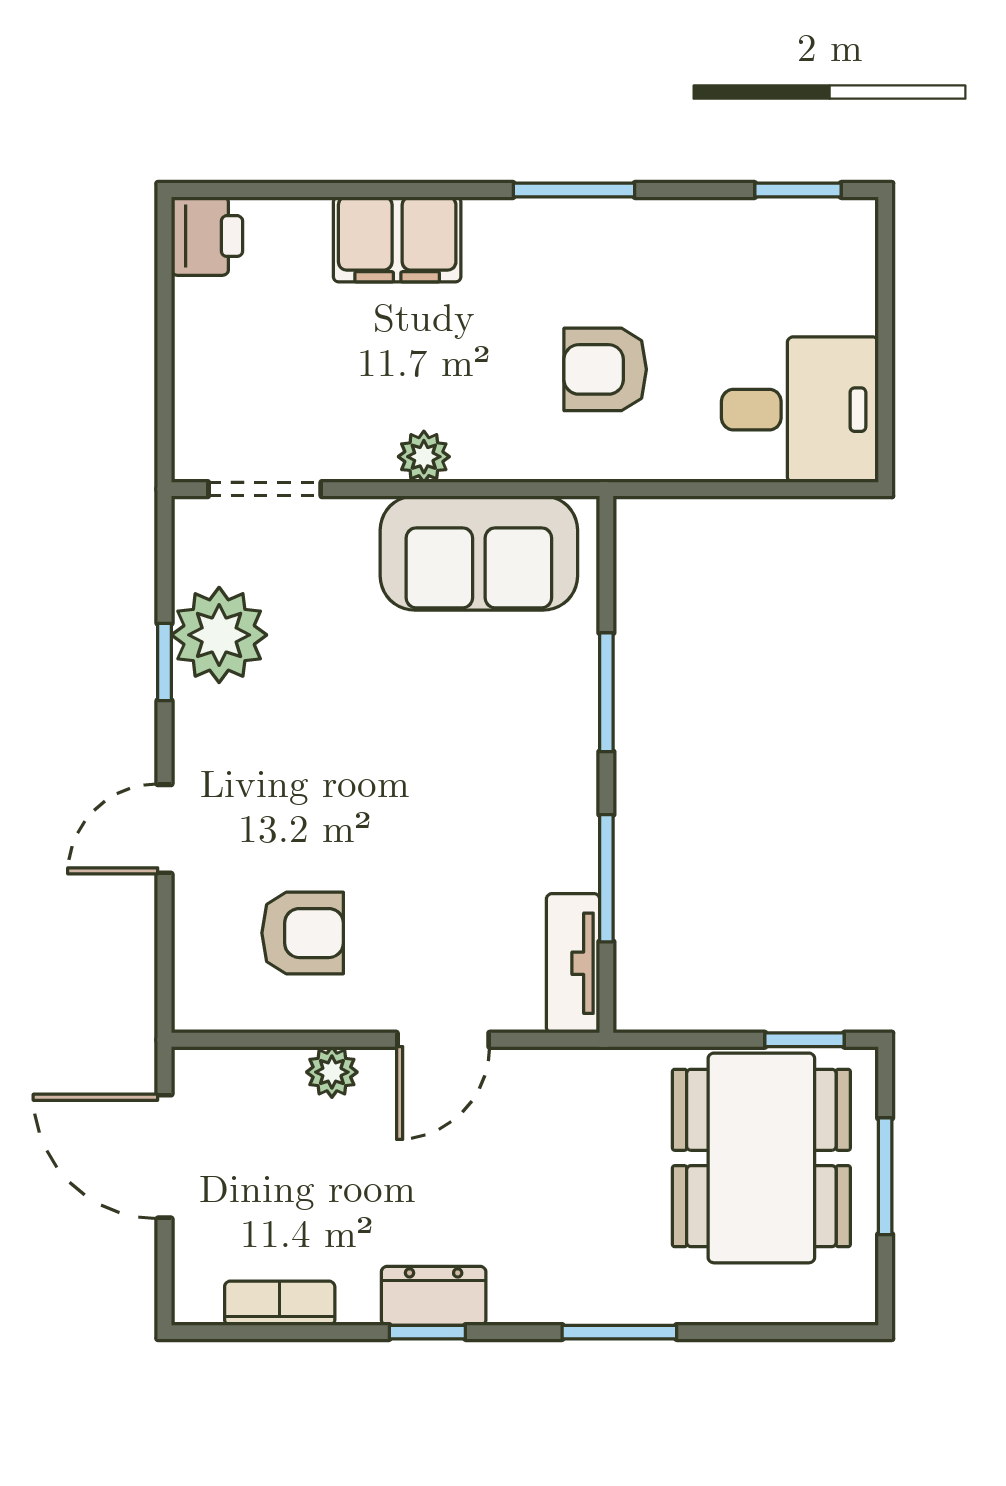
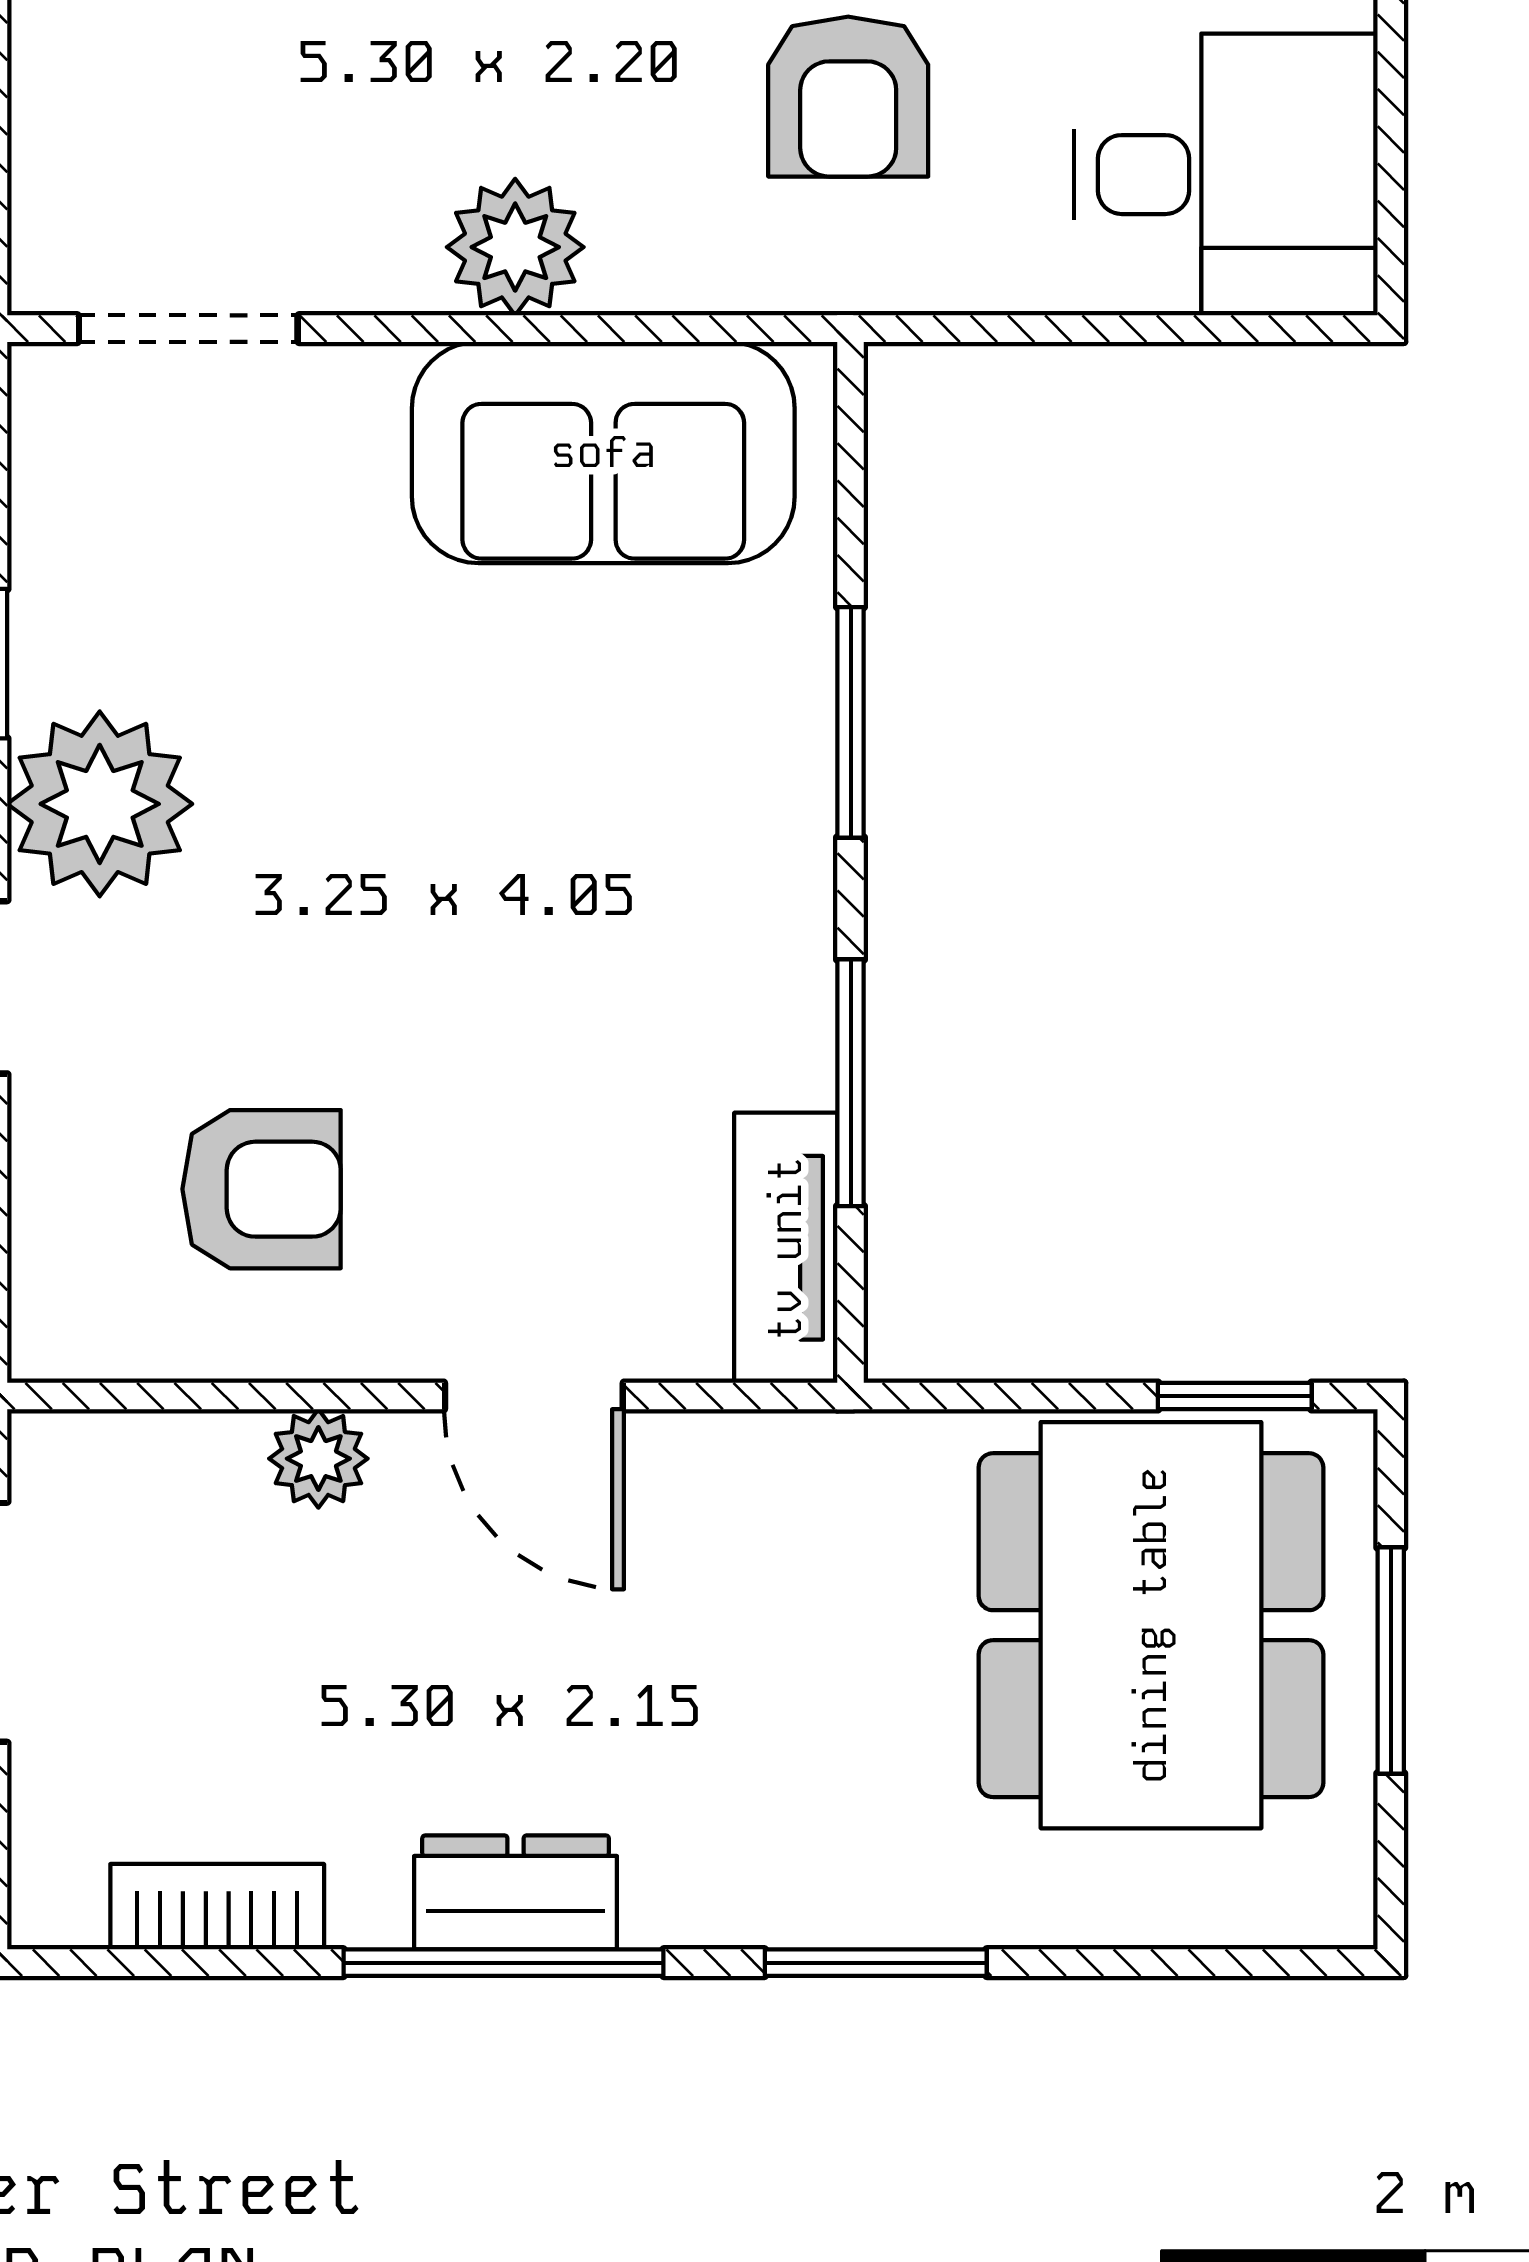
armchair: (605, 369) -> (848, 97), turned -90
plant: (424, 457) -> (515, 247), width x1.38, depth x1.38
plant: (219, 635) -> (100, 804), moved
door: (443, 1040) -> (534, 1396), hinge flipped
window: (427, 1332) -> (503, 1963), width x2.17

